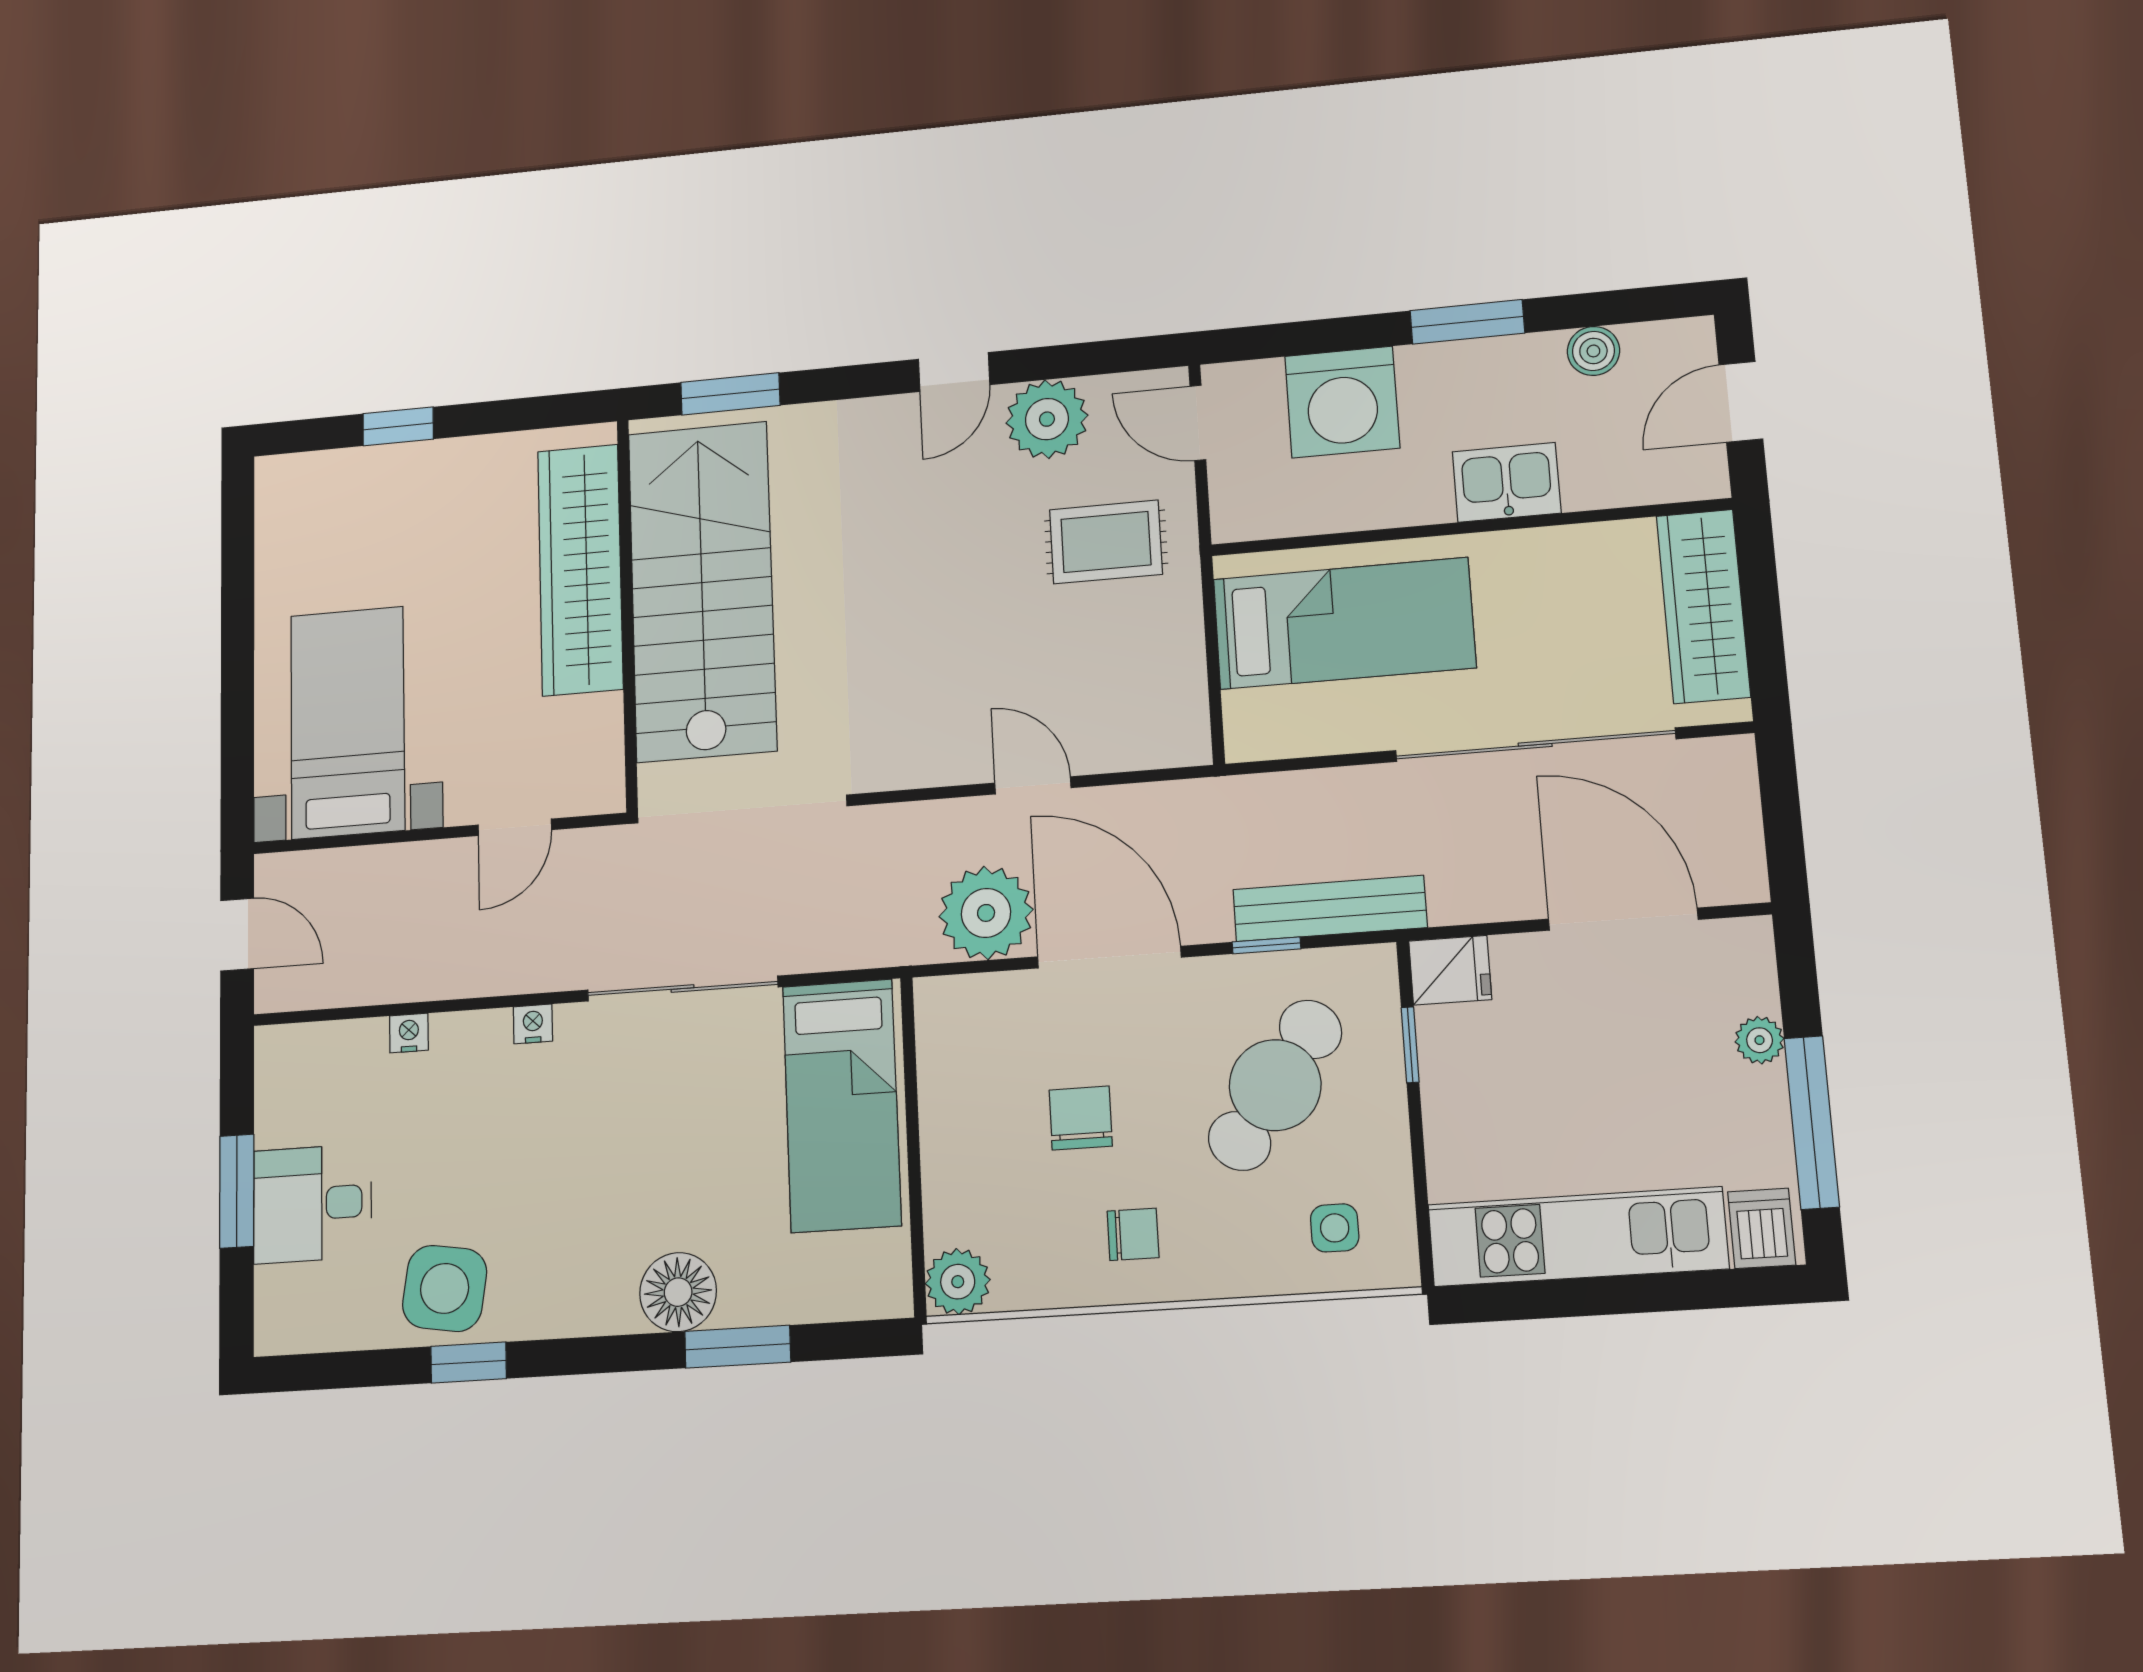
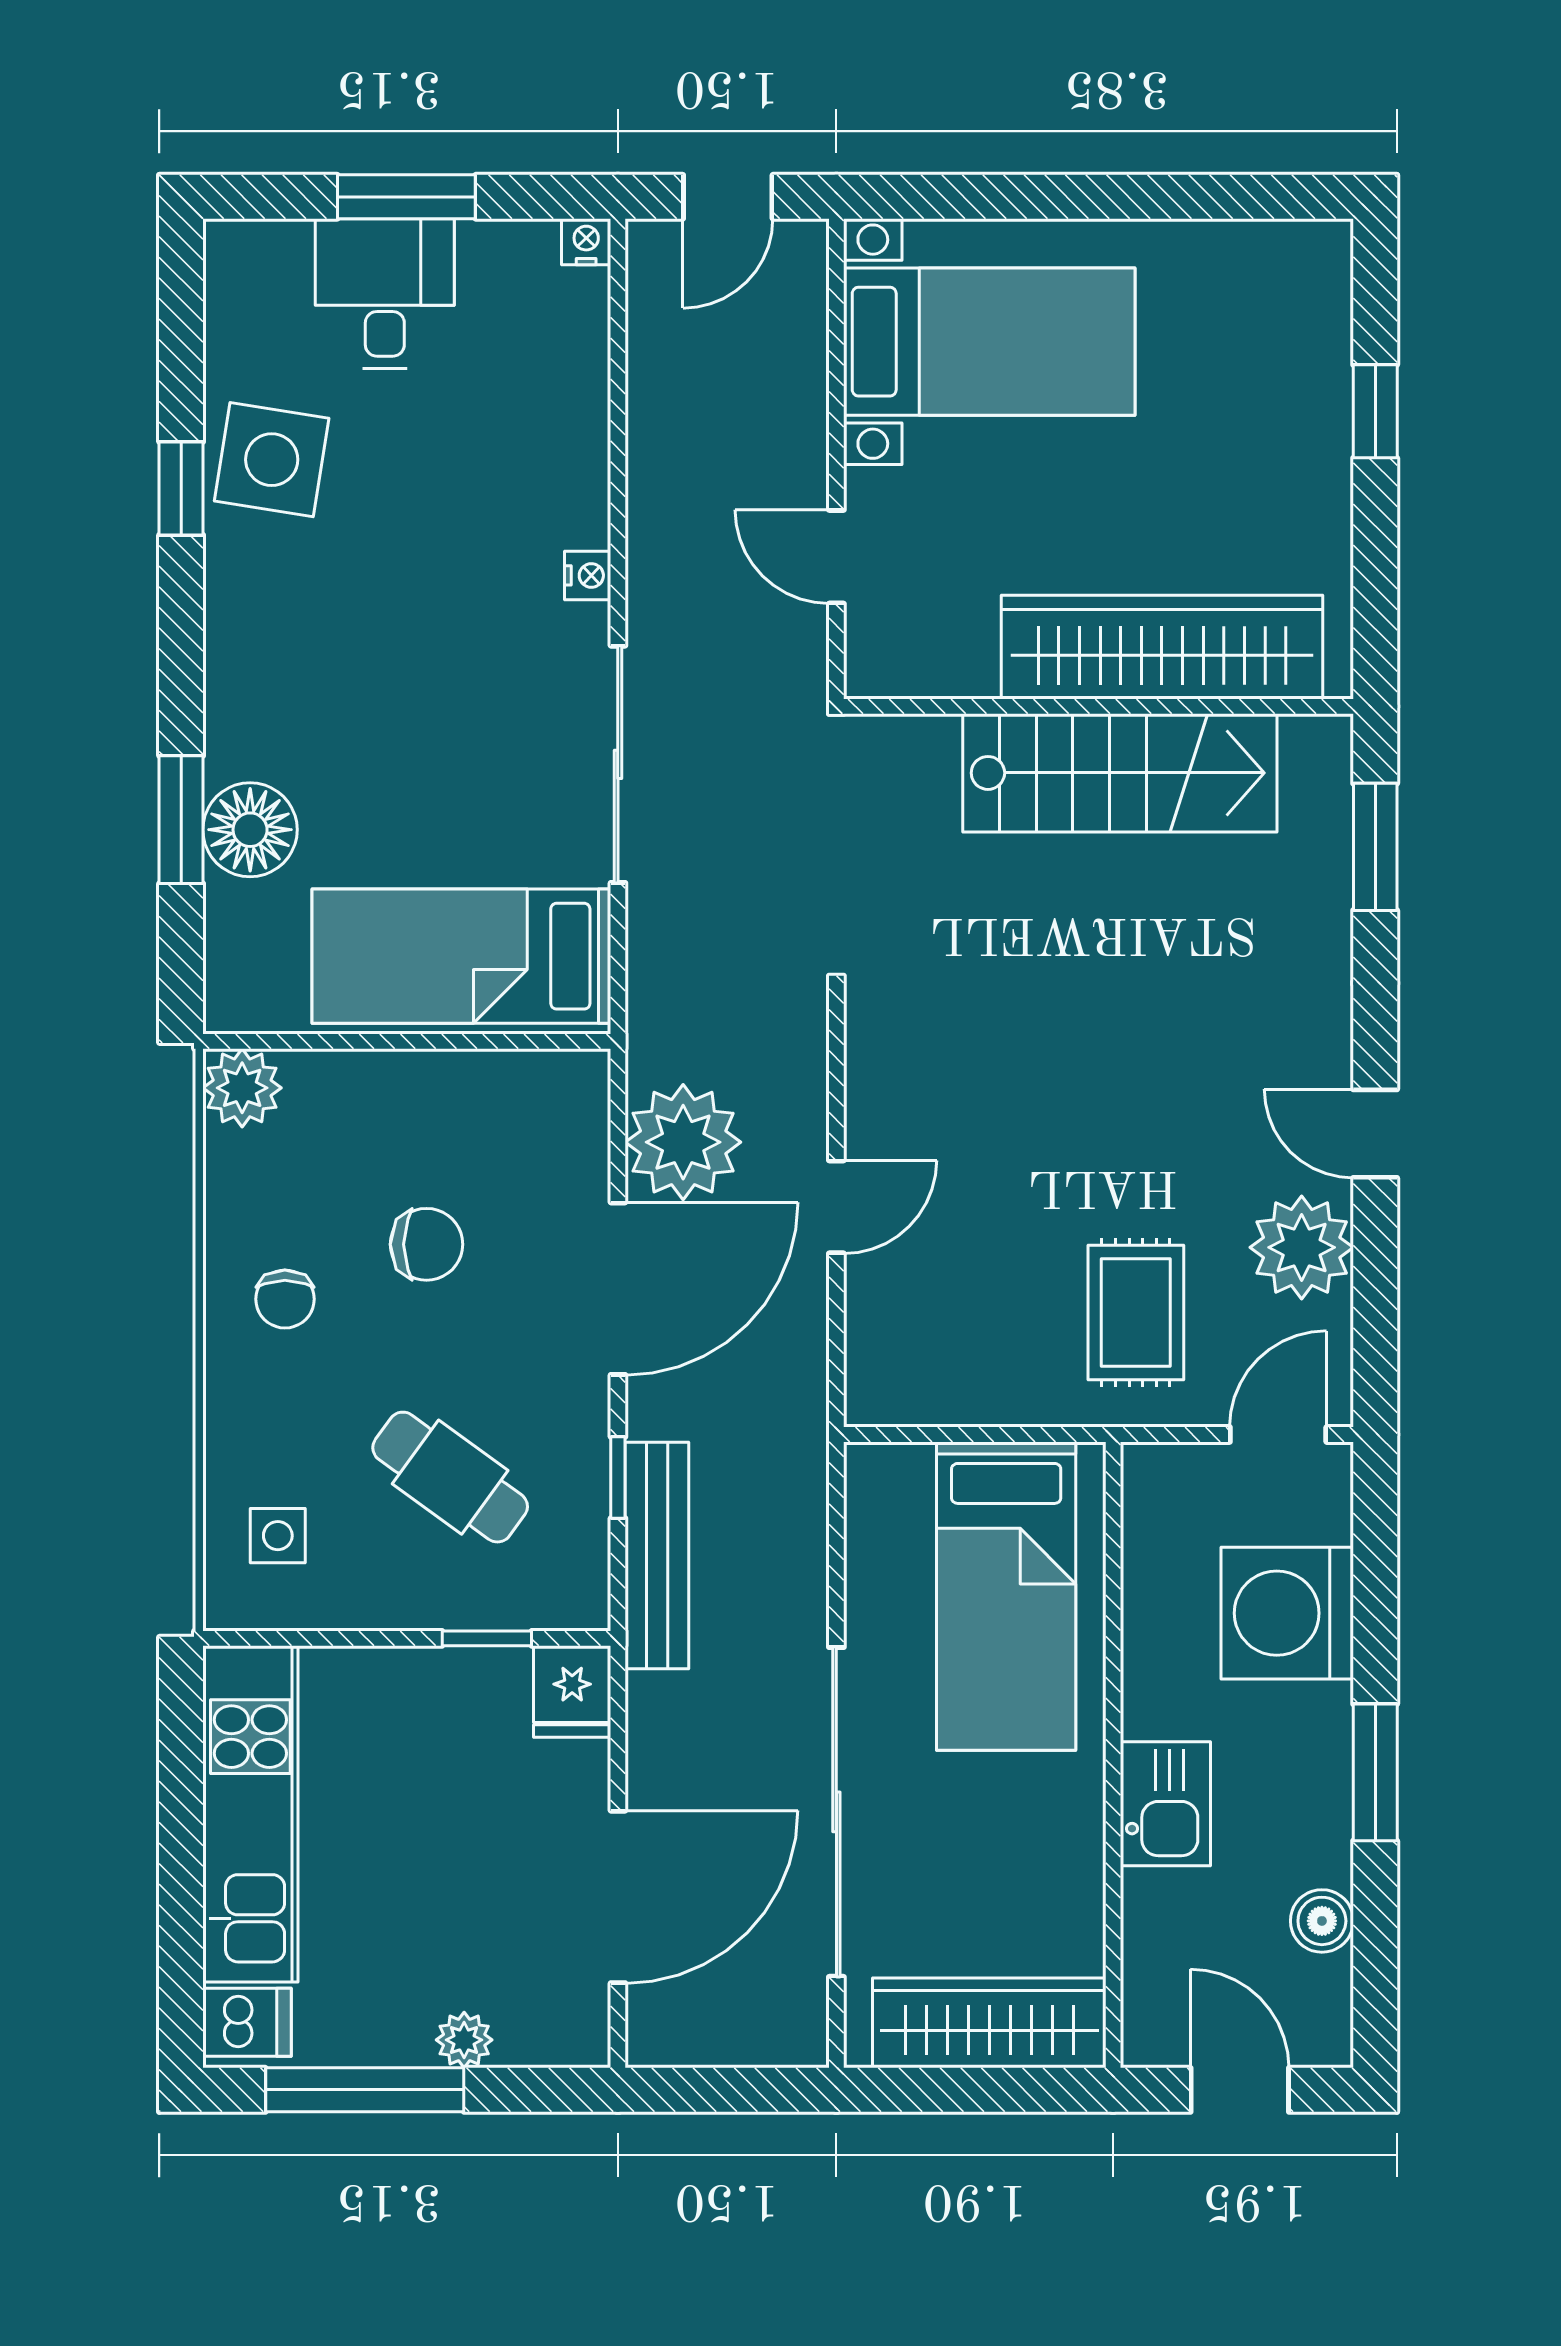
stairs: (702, 591) -> (1120, 773), width x0.73, depth x0.66
nightstand: (409, 1033) -> (586, 242), moved, turned -90
cafe table: (1275, 1085) -> (450, 1477), width x0.73, depth x0.74
floor lamp: (678, 1292) -> (250, 830), moved

